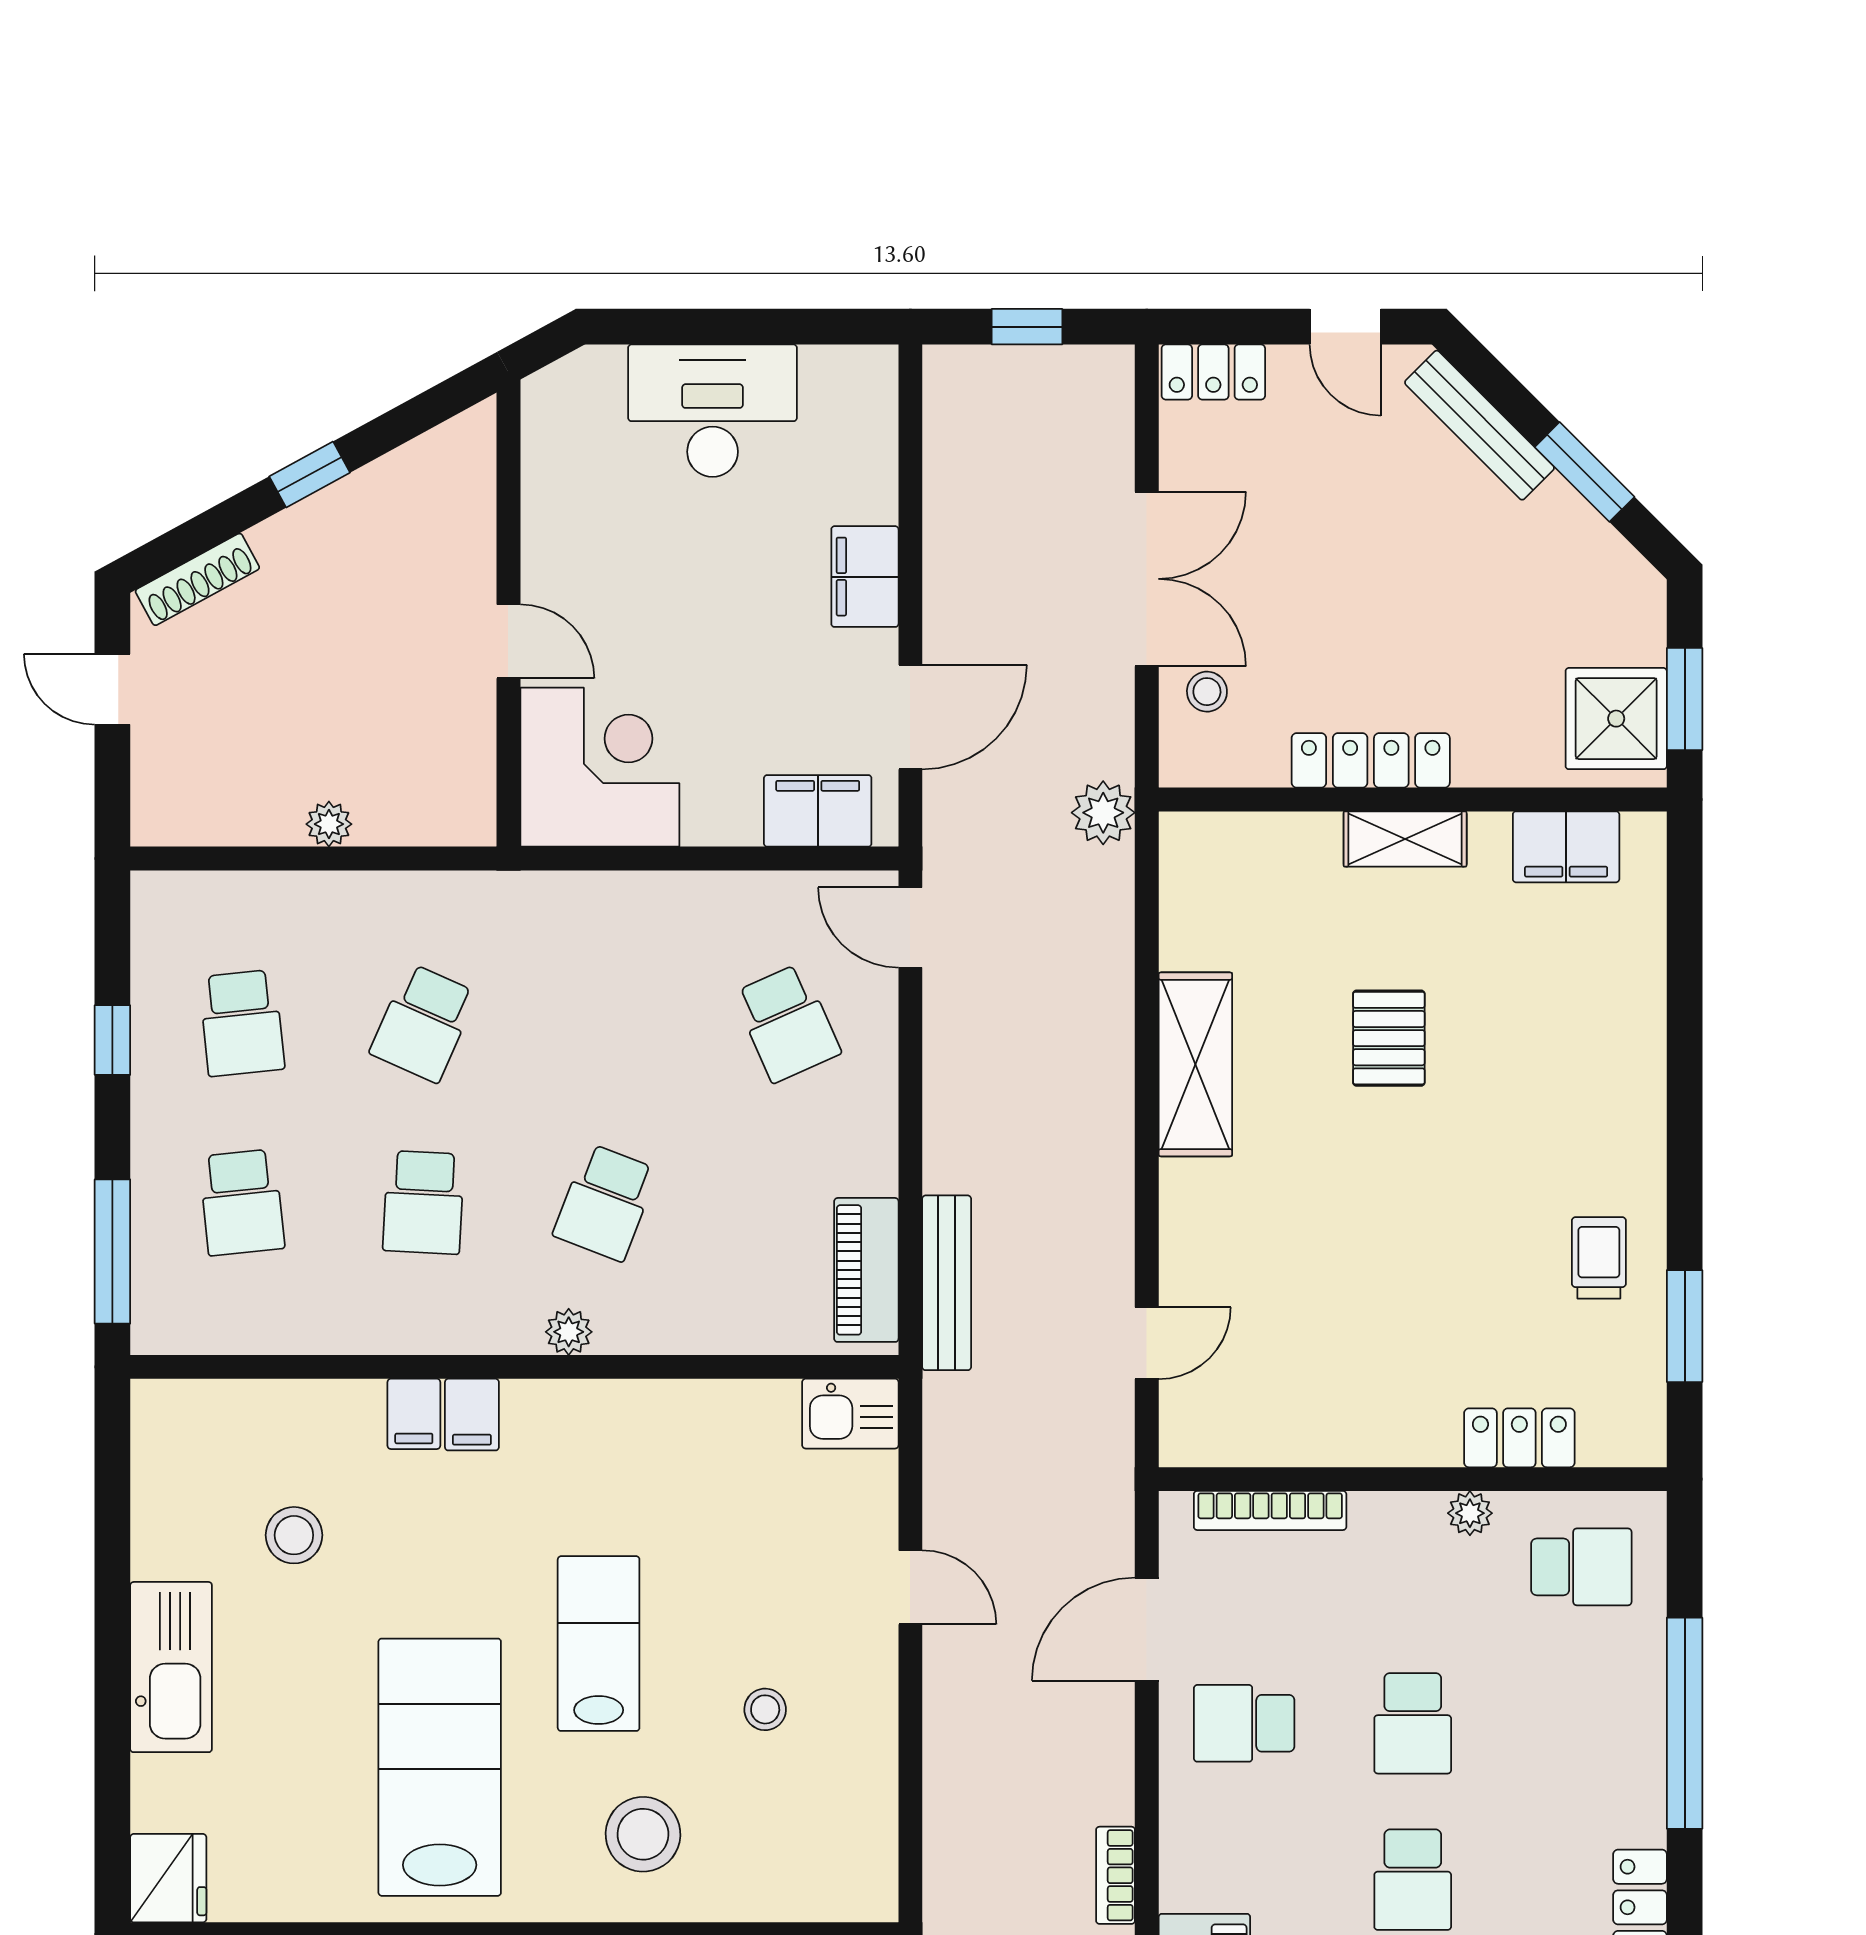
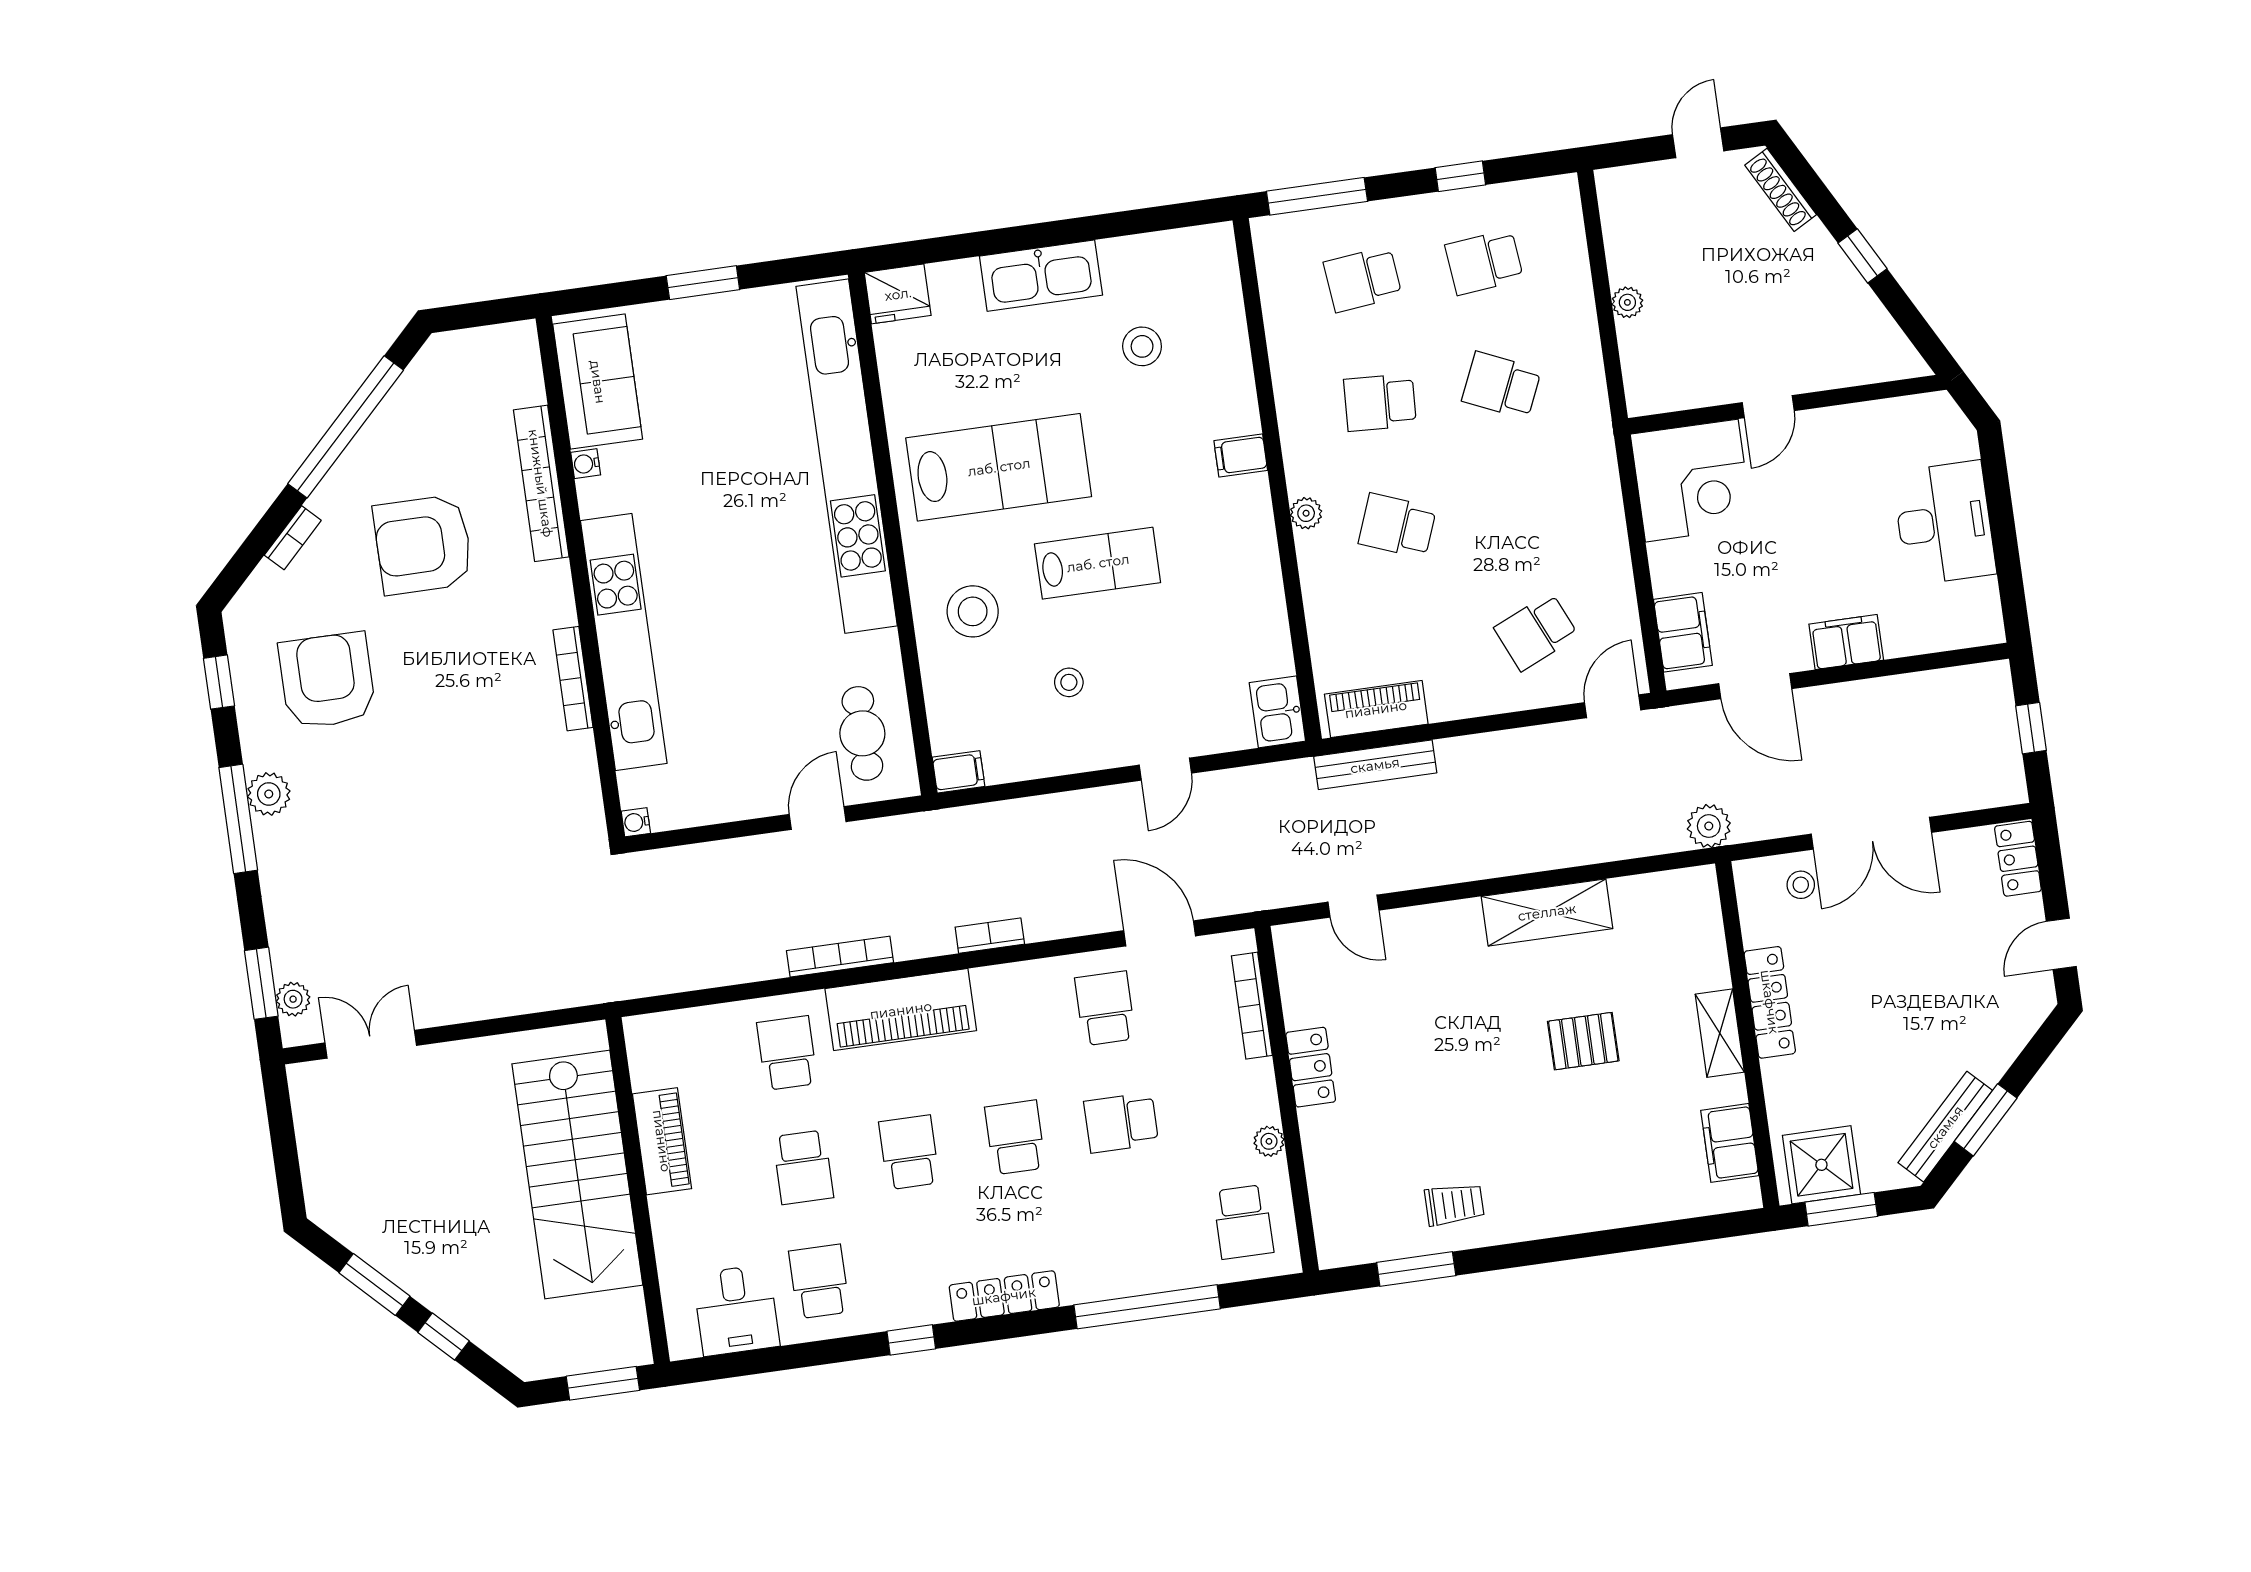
bench: (1479, 425) -> (1945, 1127), moved
filing cabinet: (414, 1414) -> (959, 772), moved, turned 180
locker: (1519, 1438) -> (1311, 1067), moved
school desk: (1413, 1880) -> (1015, 1137), turned 90

